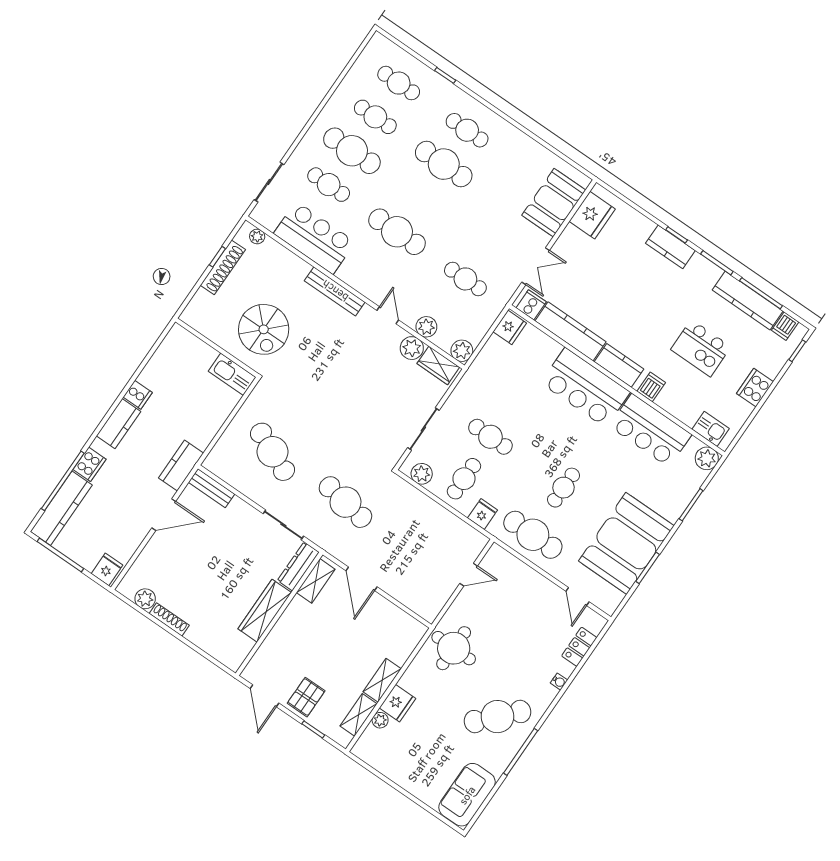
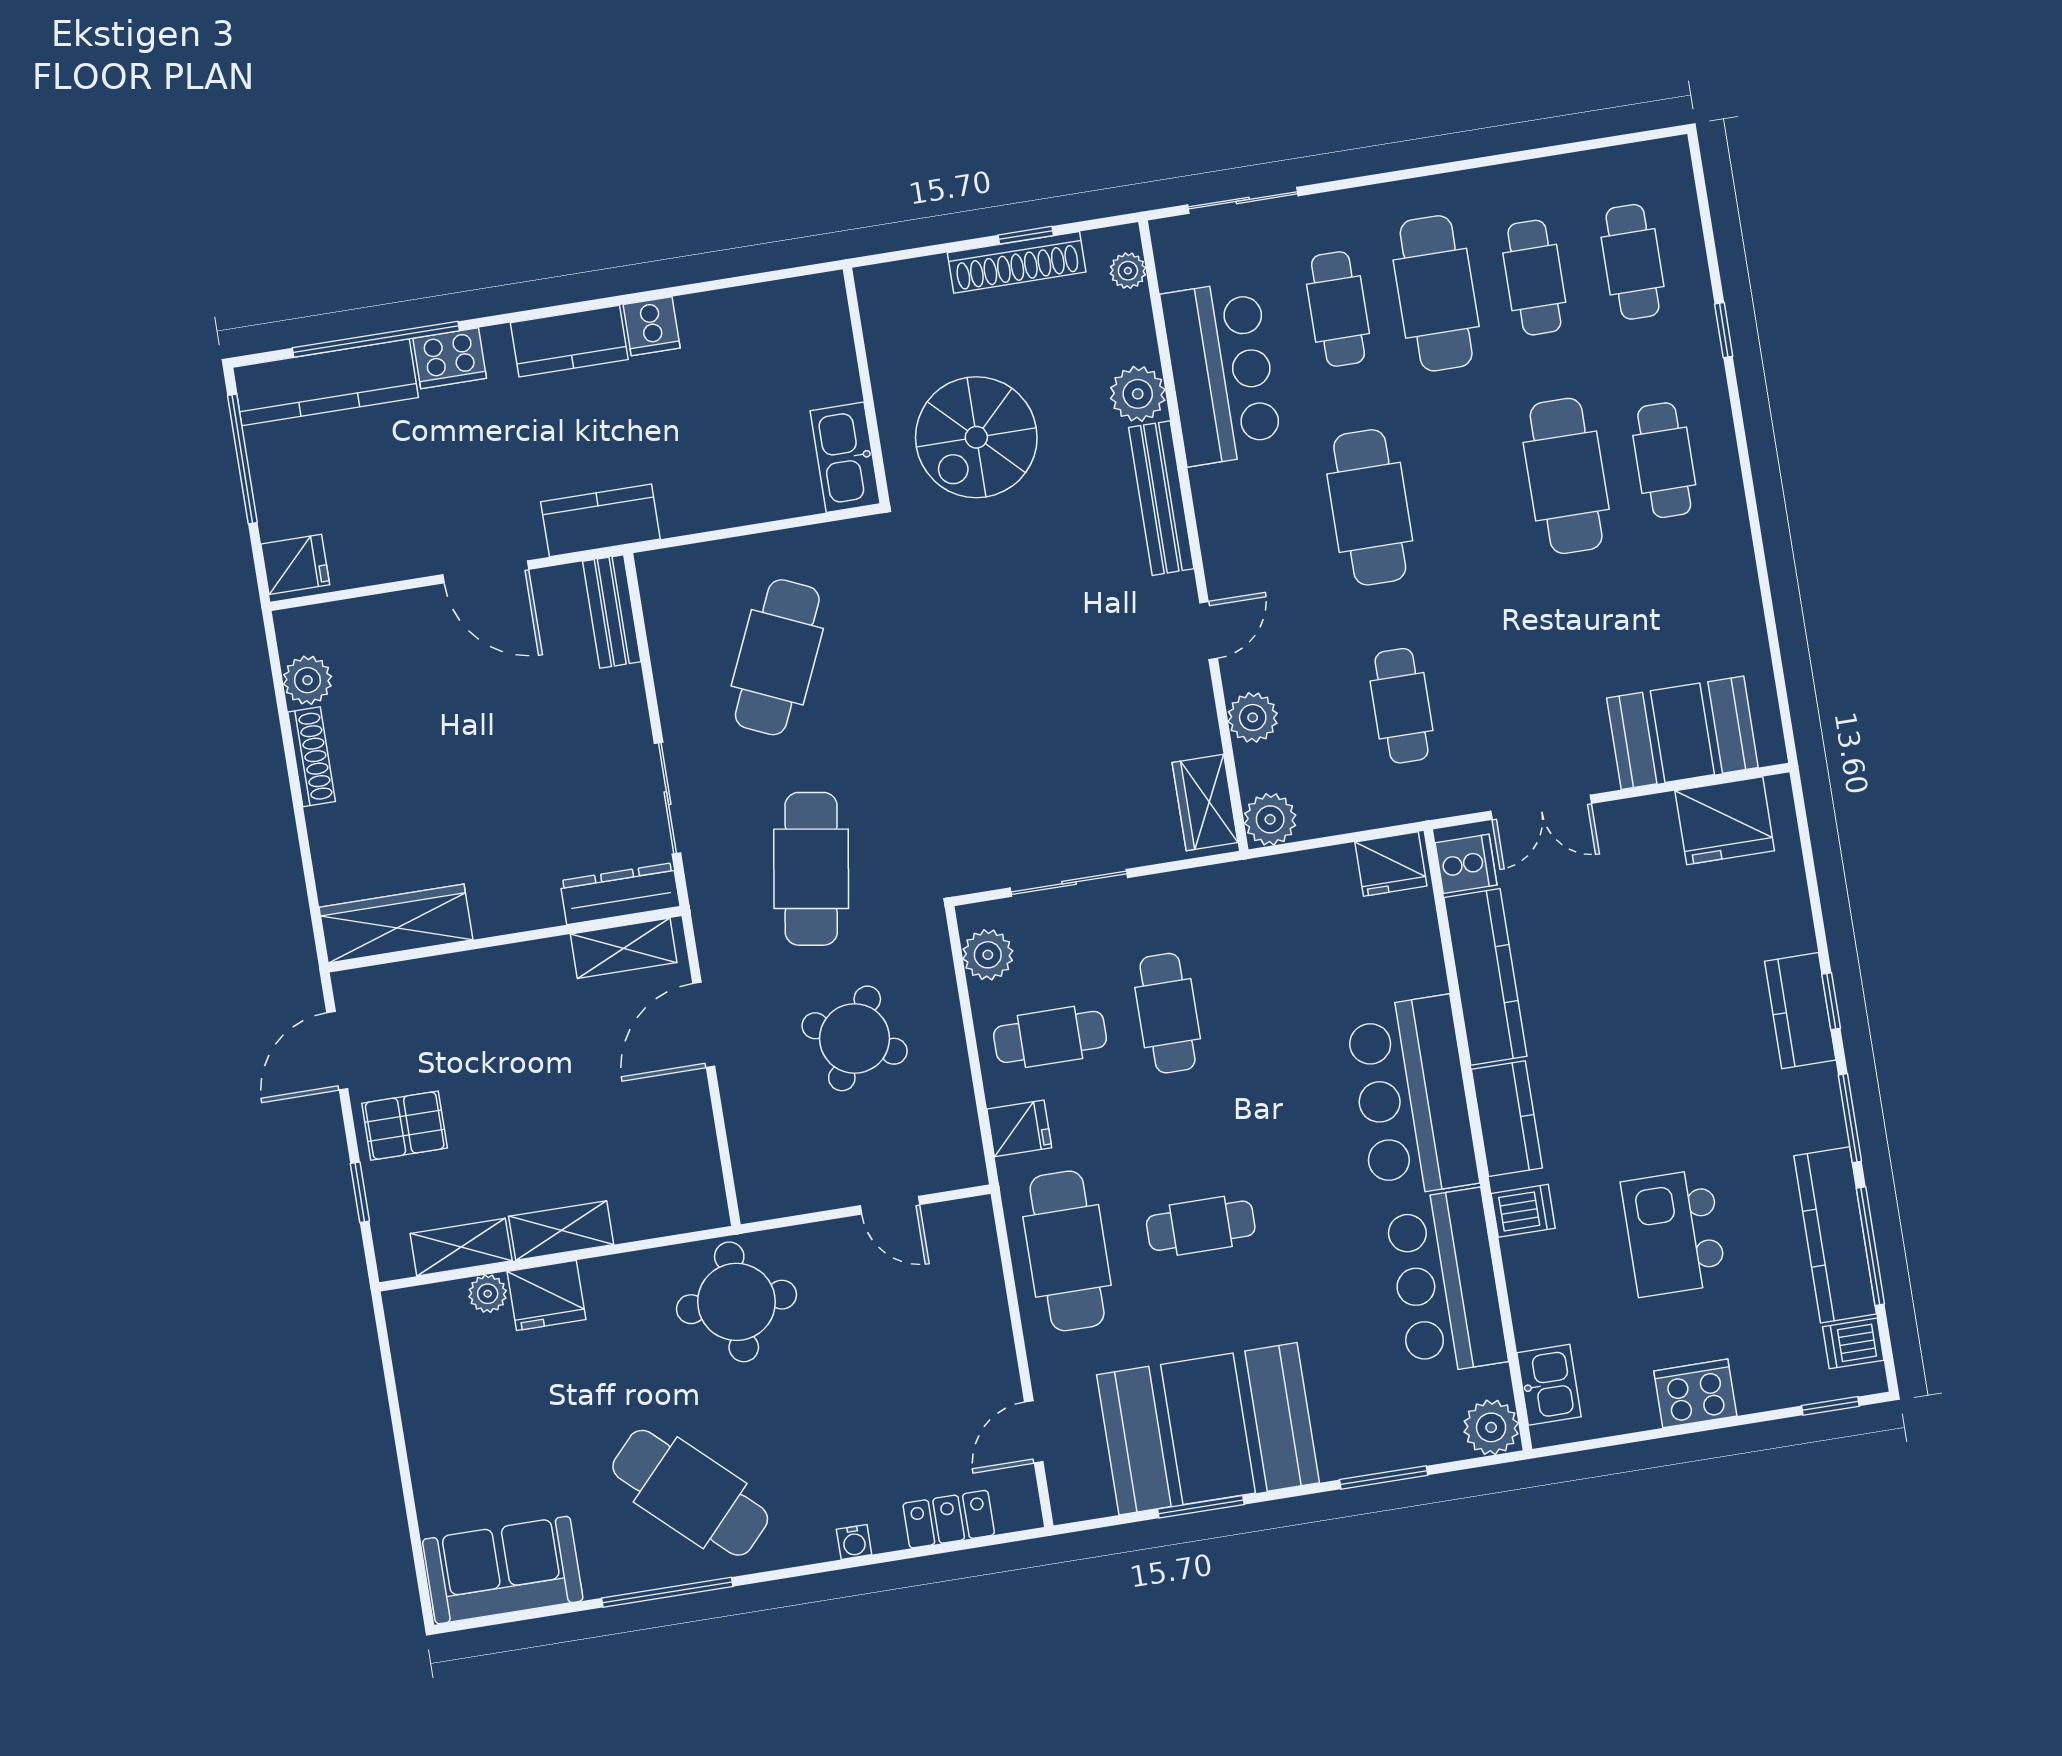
plant: (412, 348) -> (1138, 394), moved
round table: (409, 538) -> (855, 1038), added
wardrobe: (265, 611) -> (396, 923), moved

